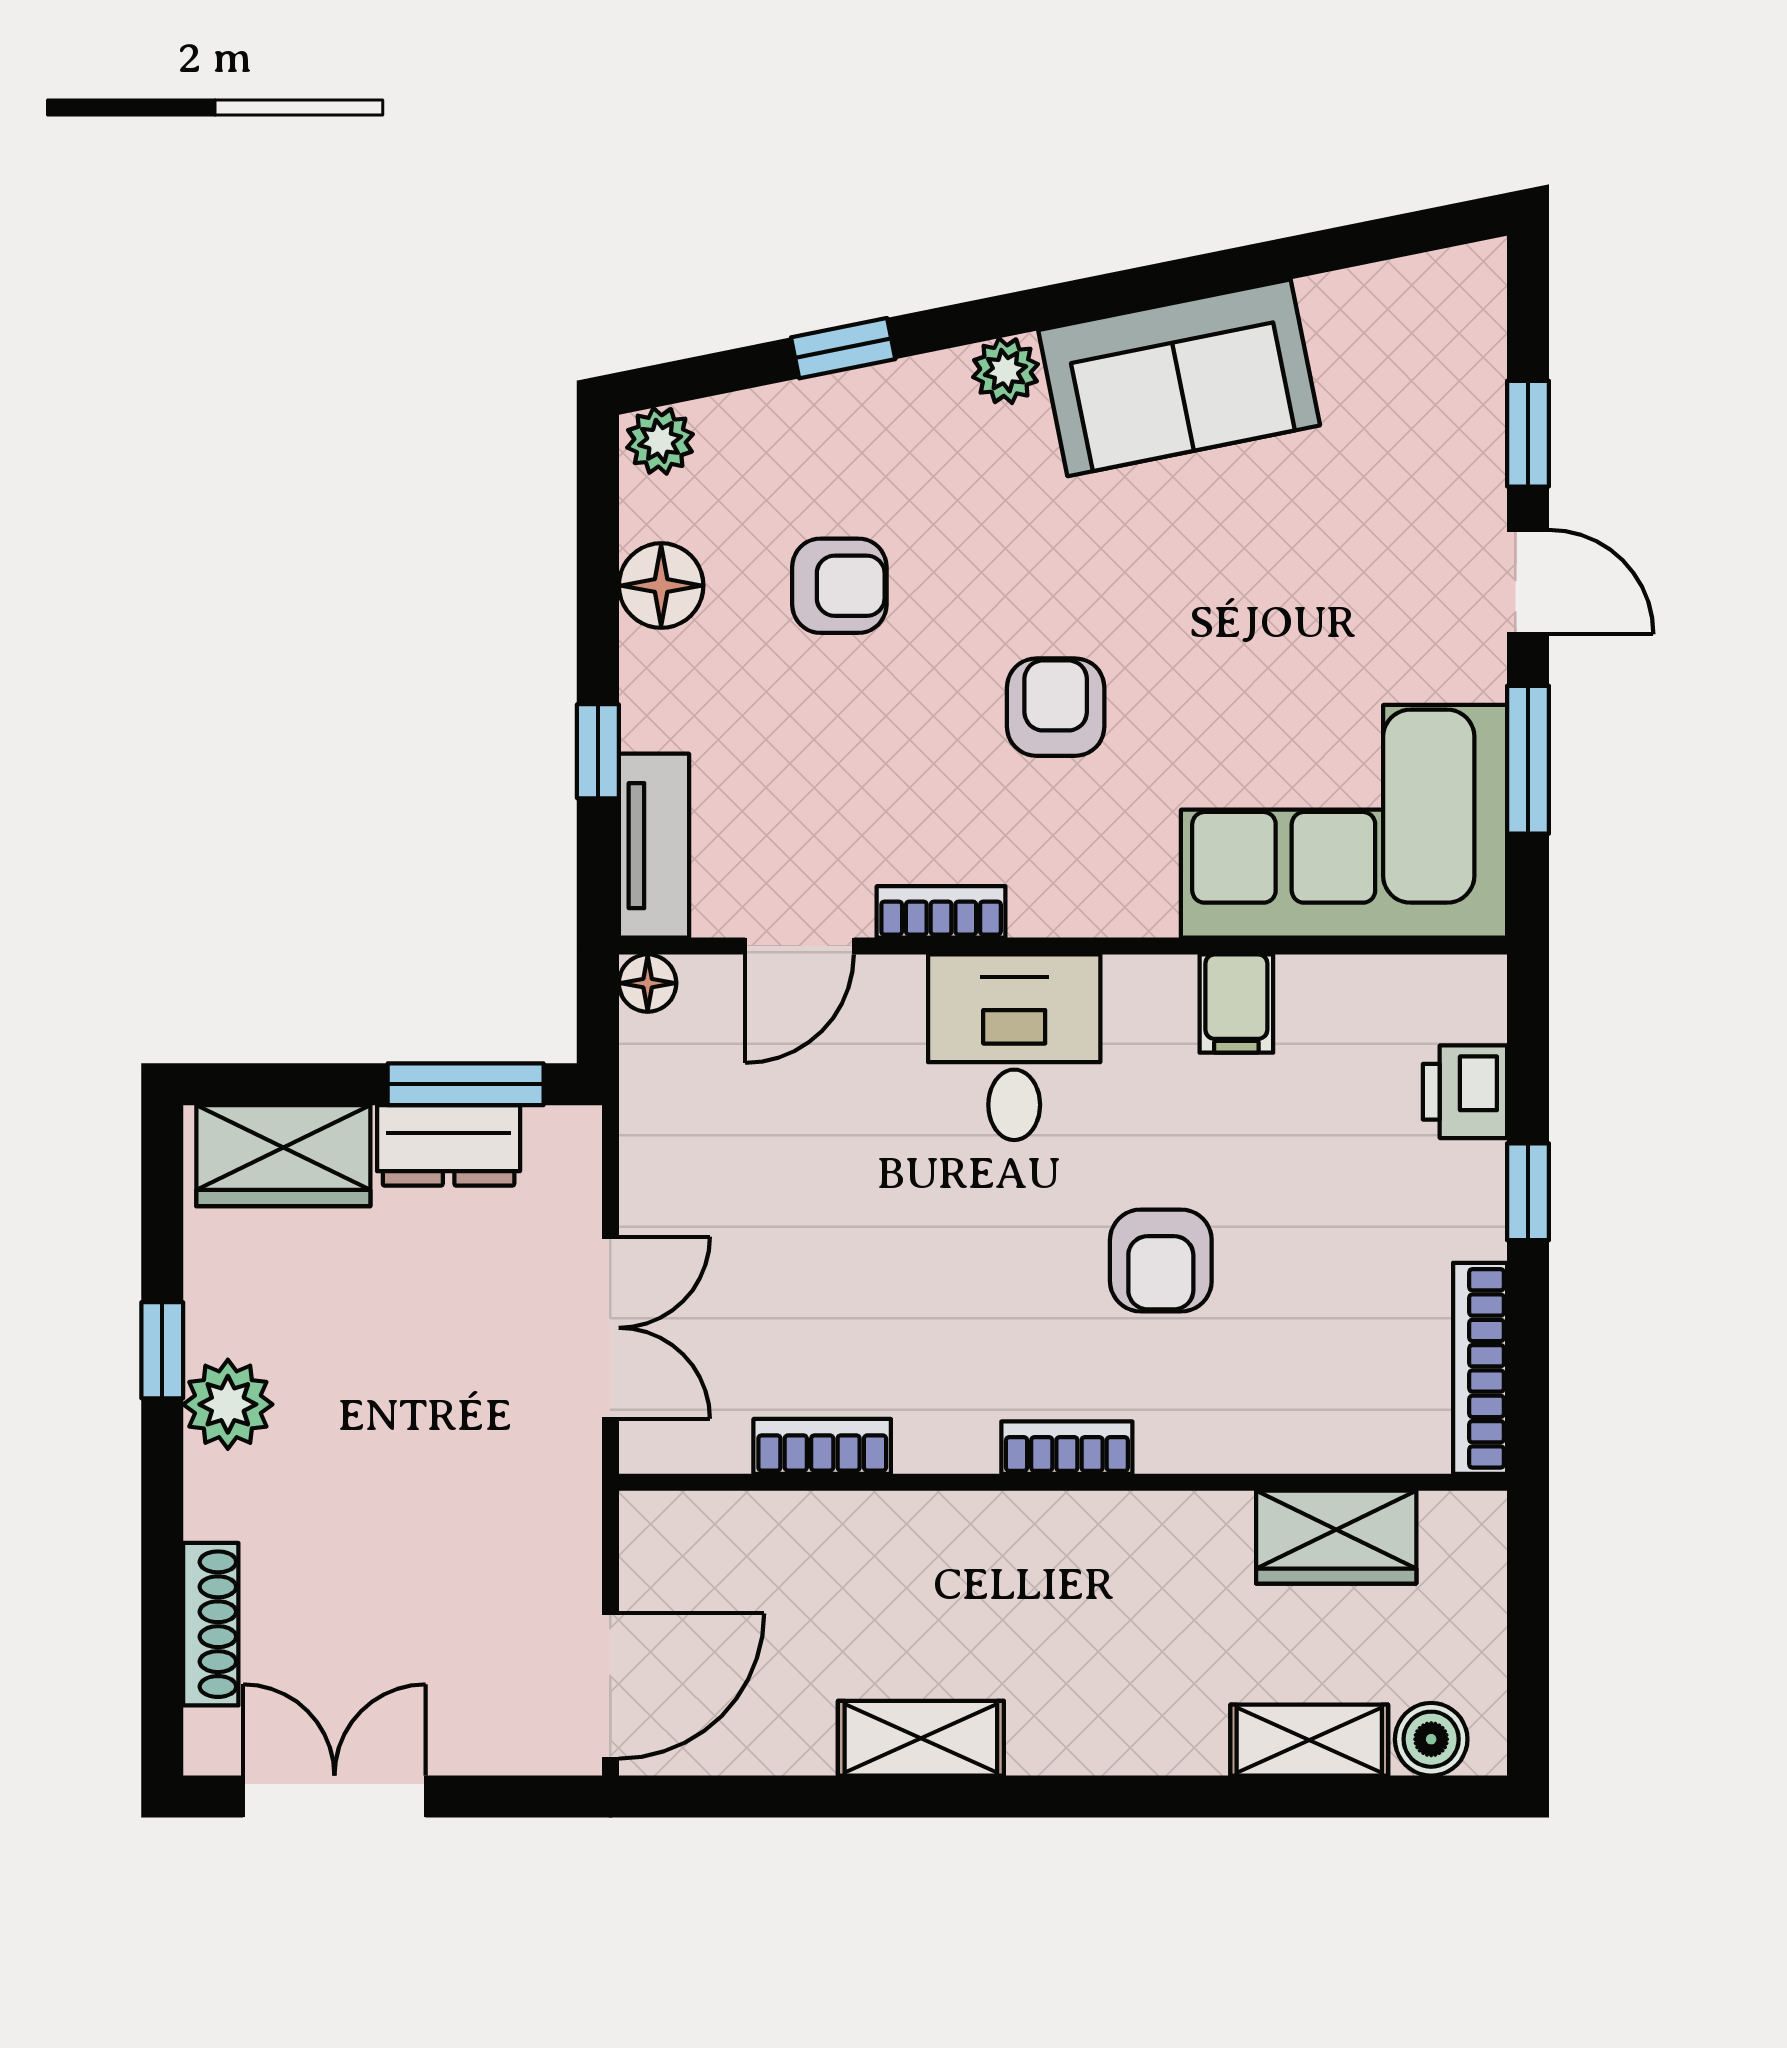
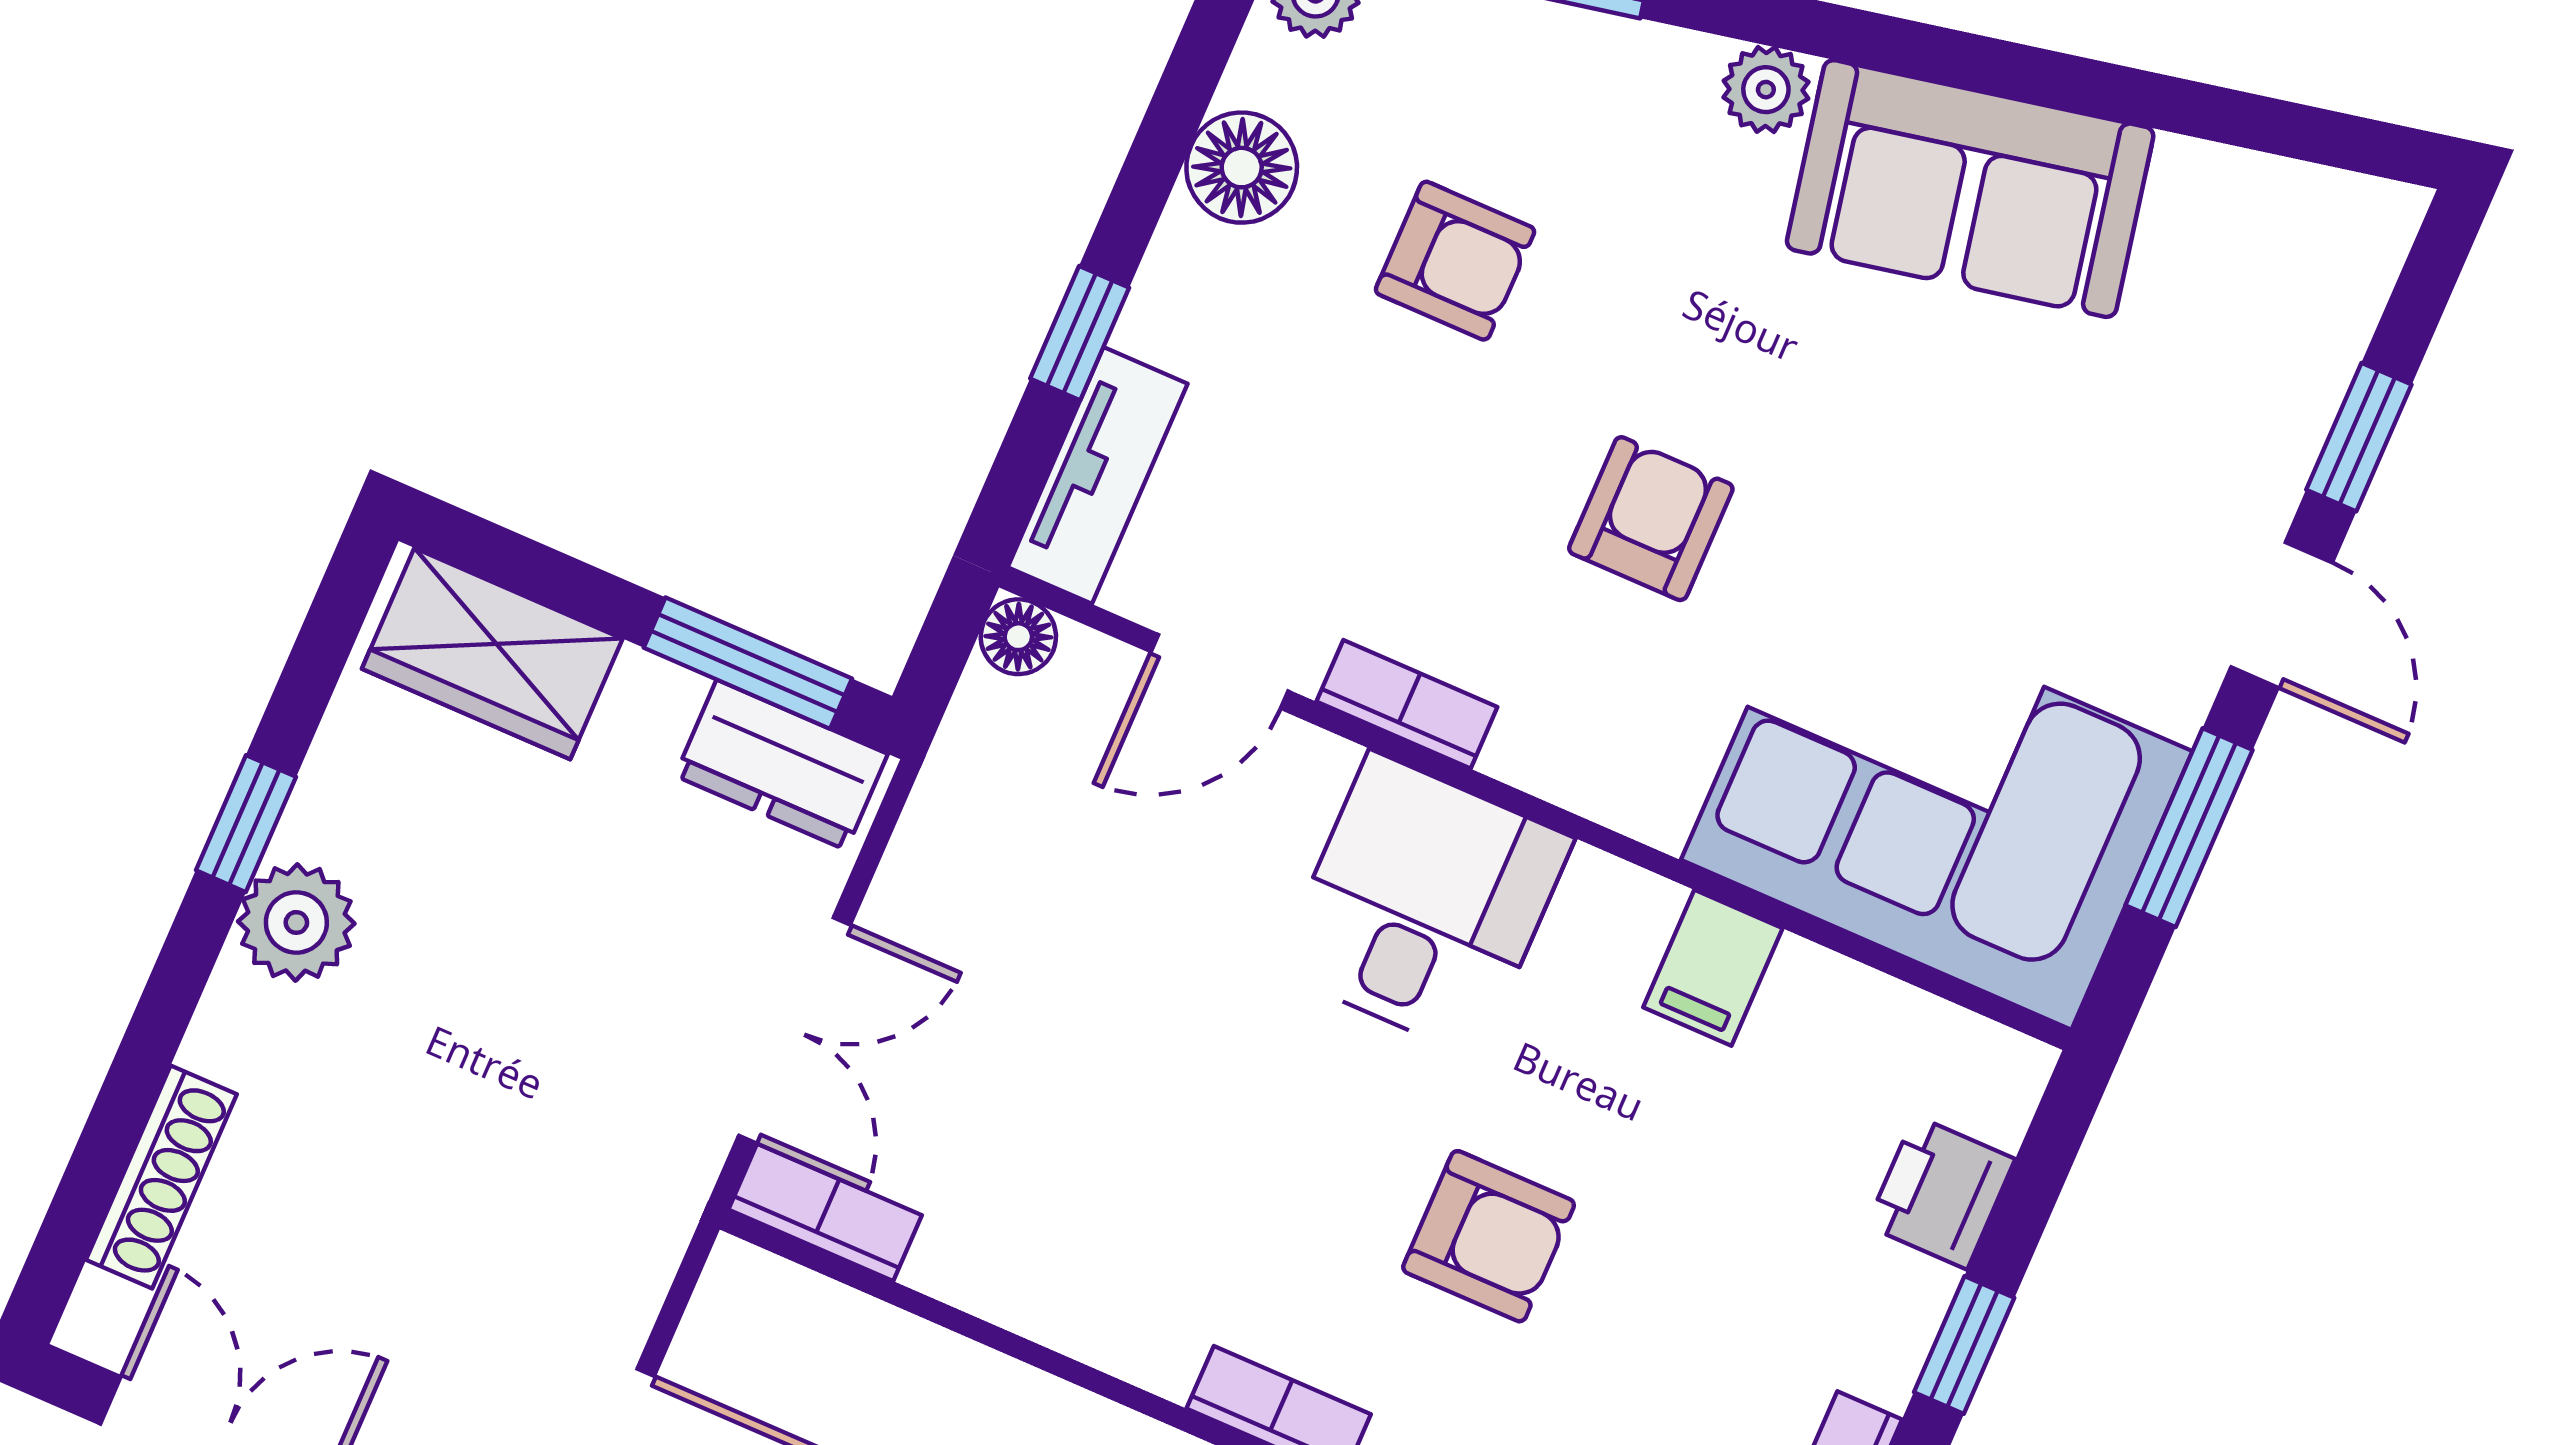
dresser: (449, 1145) -> (781, 765), moved
armchair: (1161, 1261) -> (1489, 1236), turned -90
bookcase: (822, 1446) -> (825, 1212), moved

